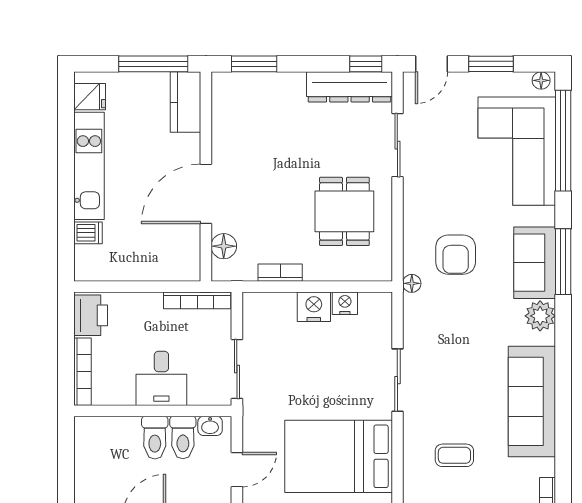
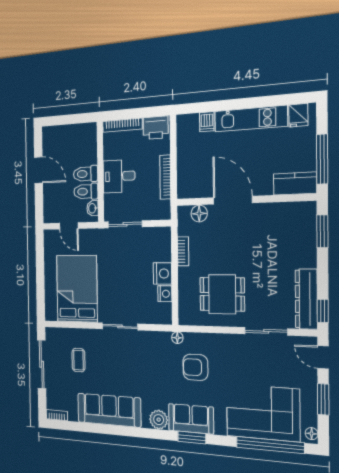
window: (563, 262) -> (192, 438), width x0.69
bookcase: (197, 300) -> (165, 177), moved

